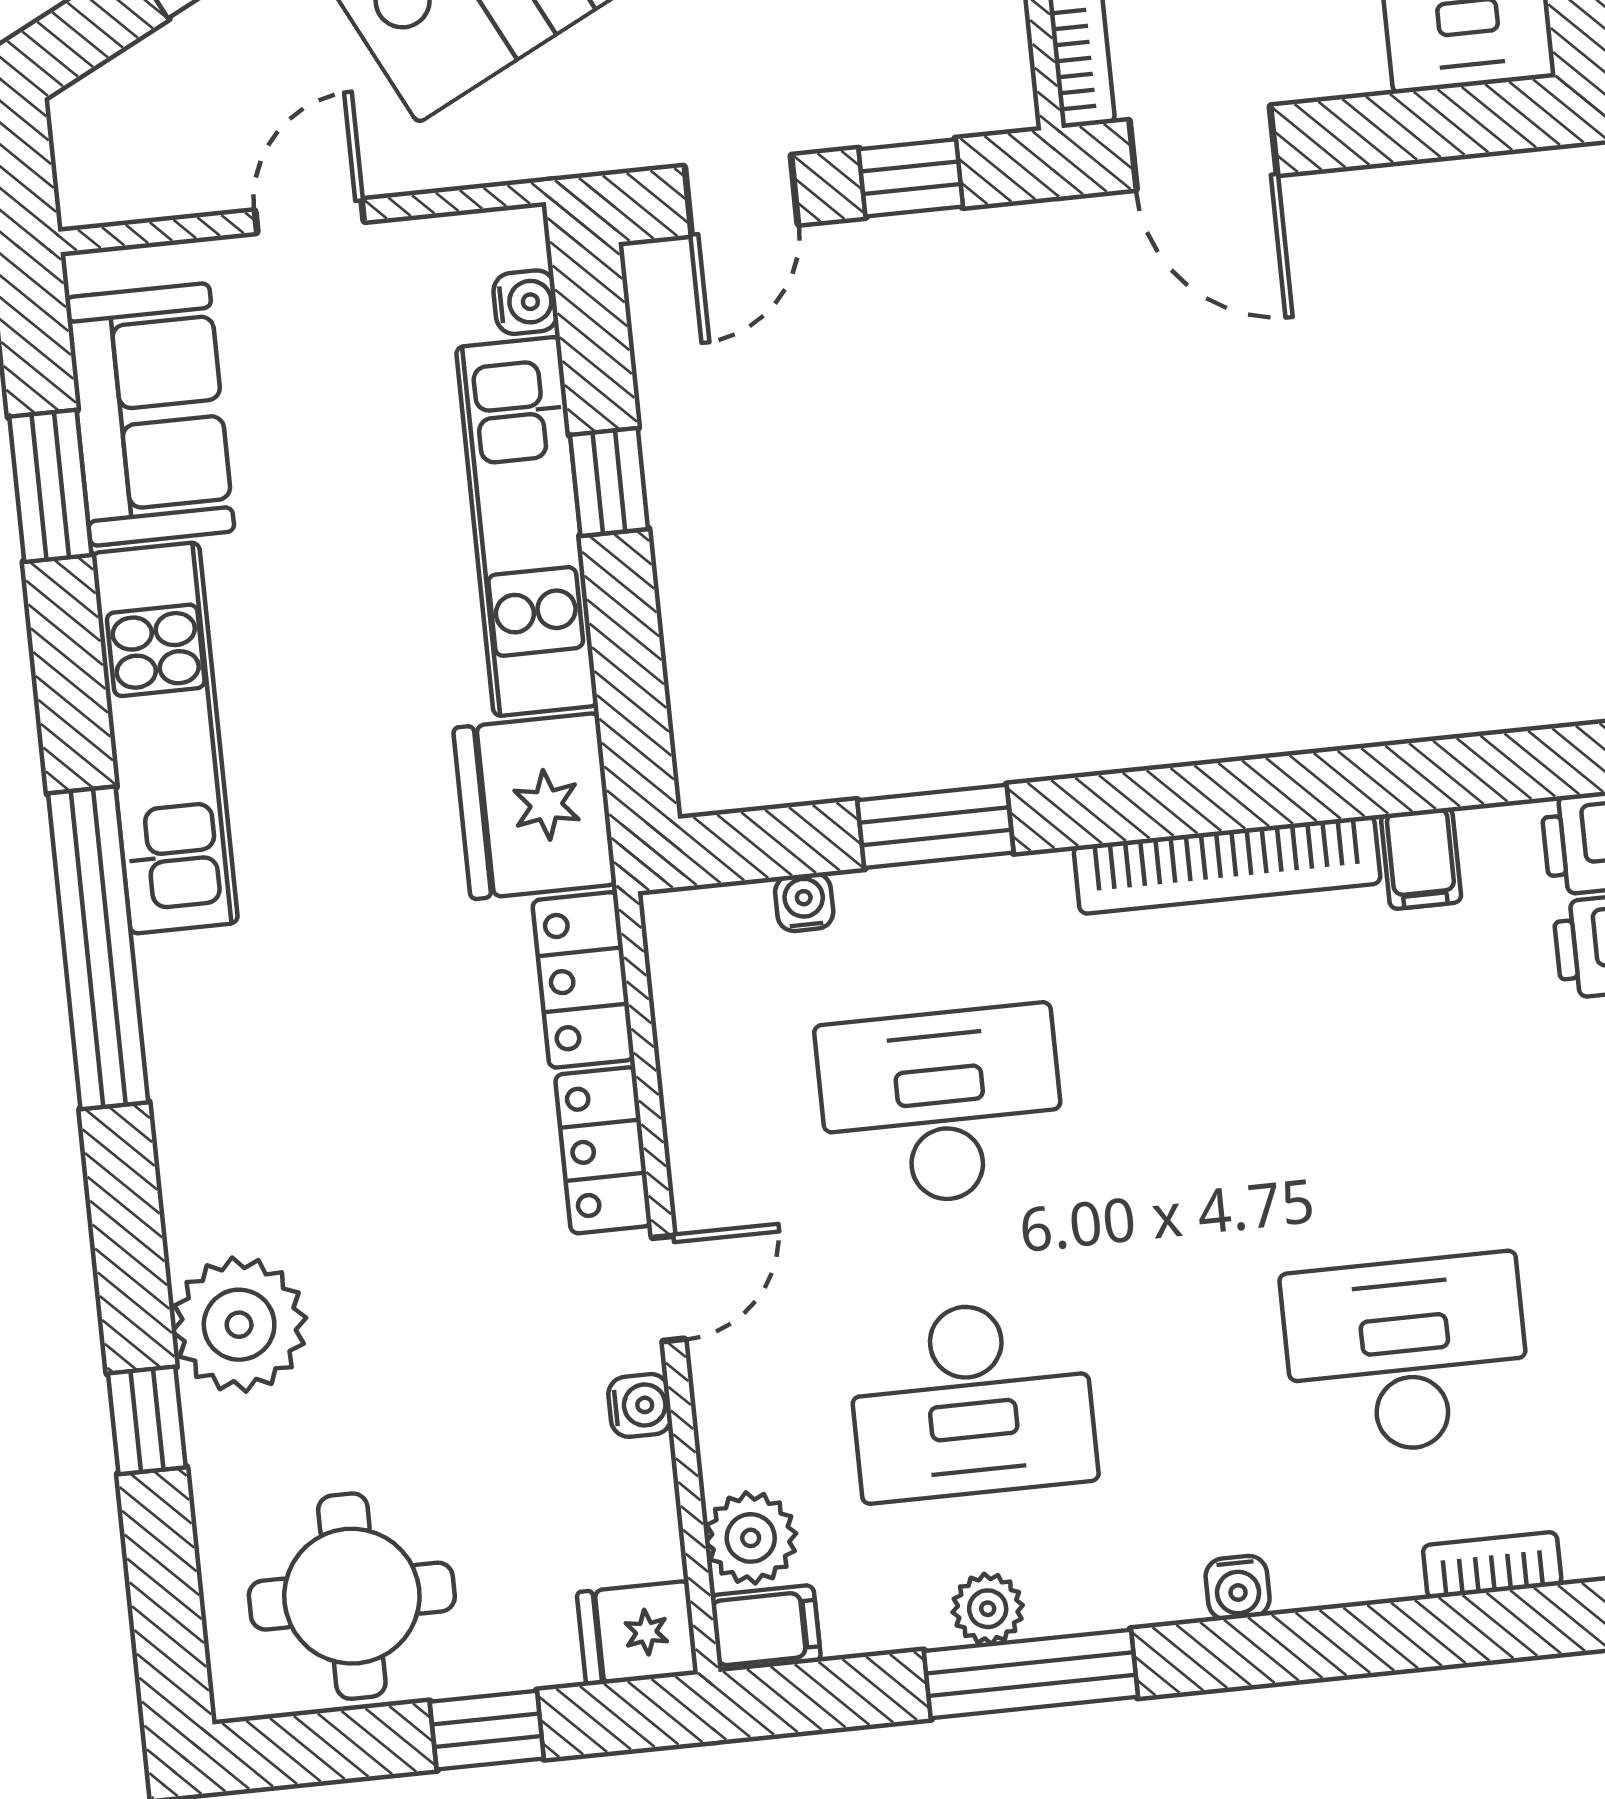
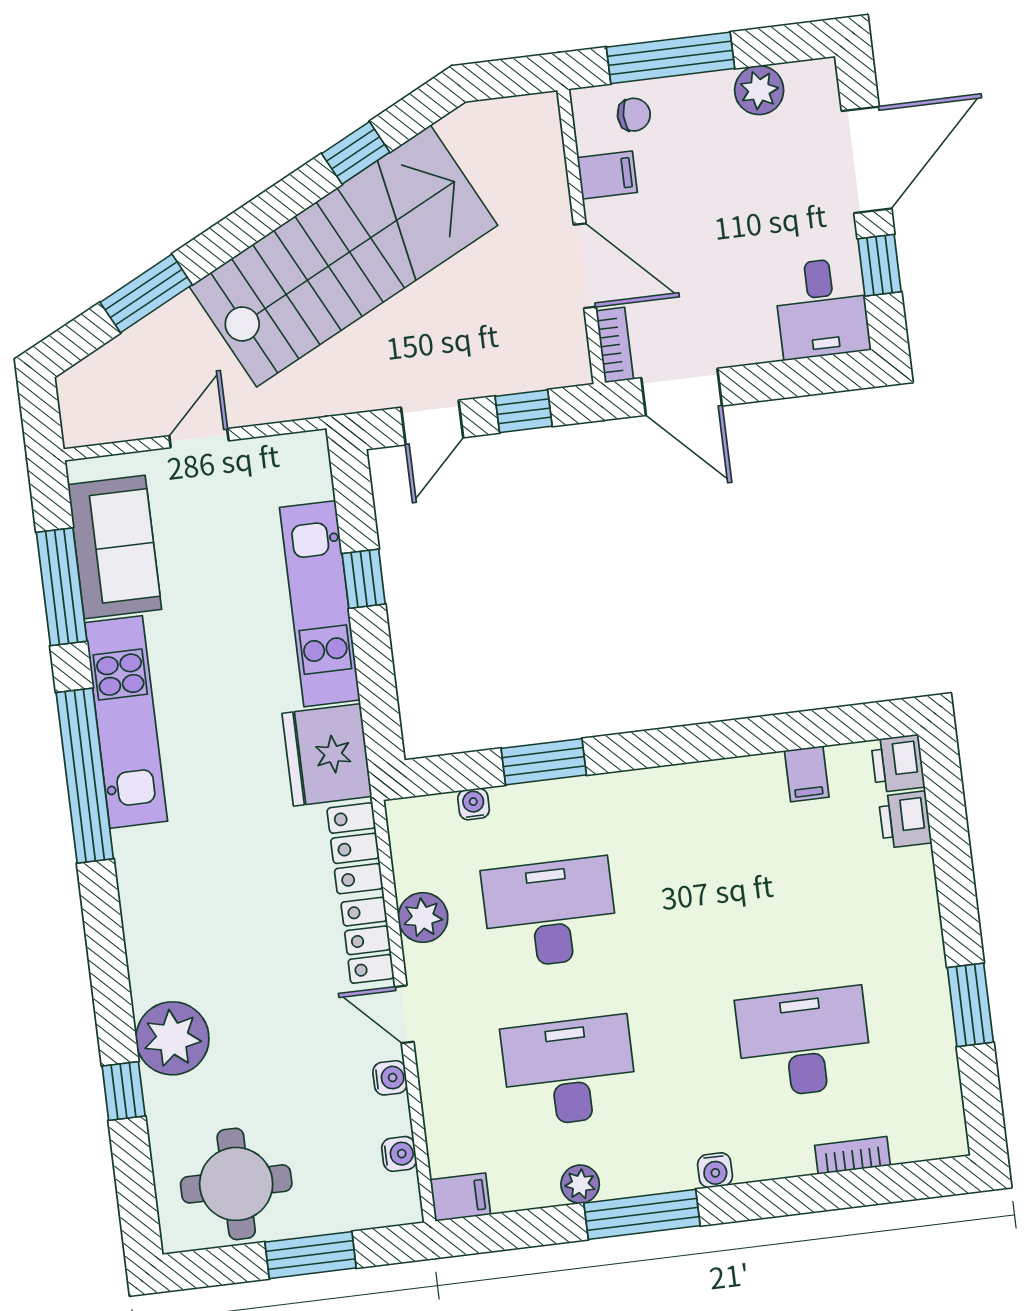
water cooler: (525, 302) -> (399, 1154), moved
window: (50, 486) -> (62, 587), width x1.44
bookcase: (1227, 865) -> (702, 779), removed
window: (98, 948) -> (85, 776), moved
door: (668, 1288) -> (404, 1014), swing flipped
desk: (972, 1400) -> (569, 1071), turned 180
plant: (751, 1538) -> (423, 918), moved
fridge: (637, 1633) -> (391, 1201), removed
window: (1031, 1674) -> (642, 1214), moved
window: (487, 1730) -> (311, 1255), width x1.50

